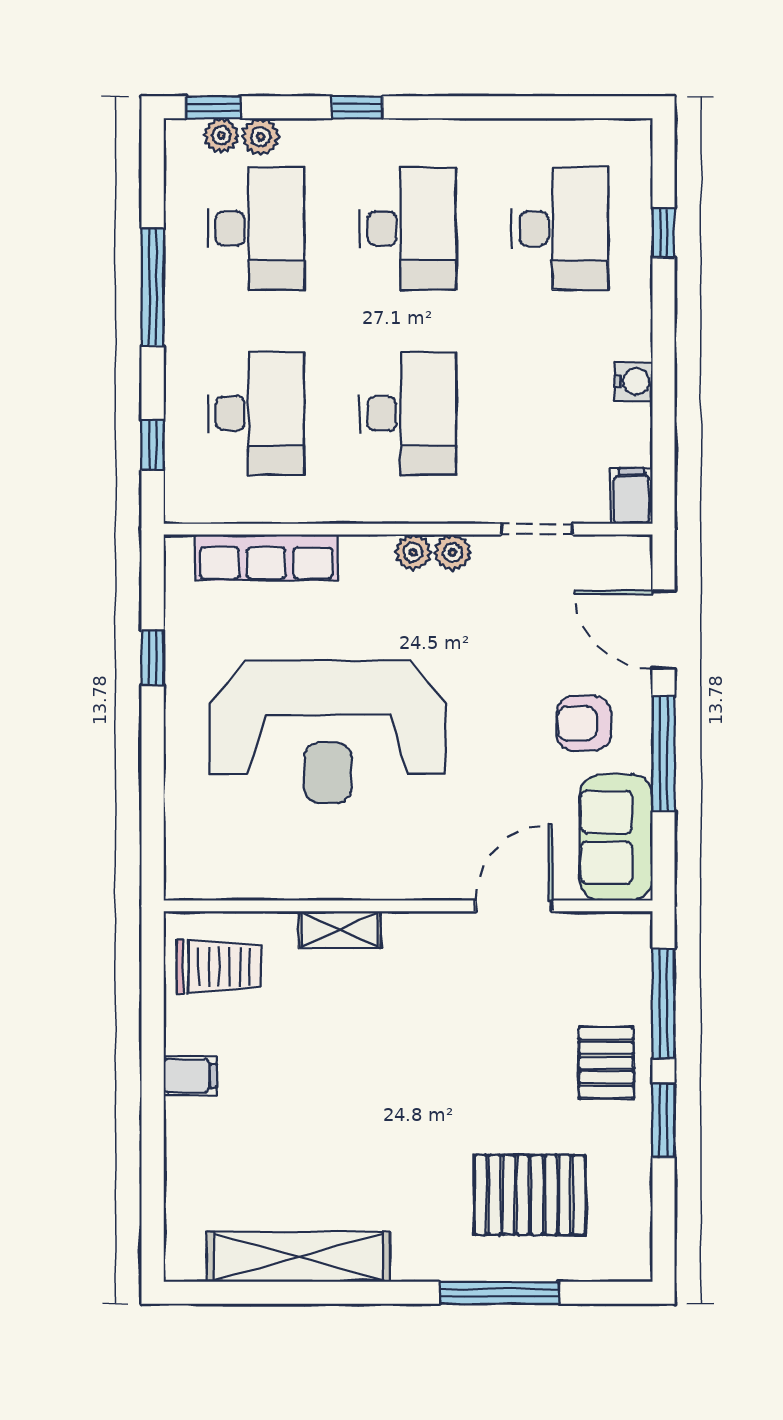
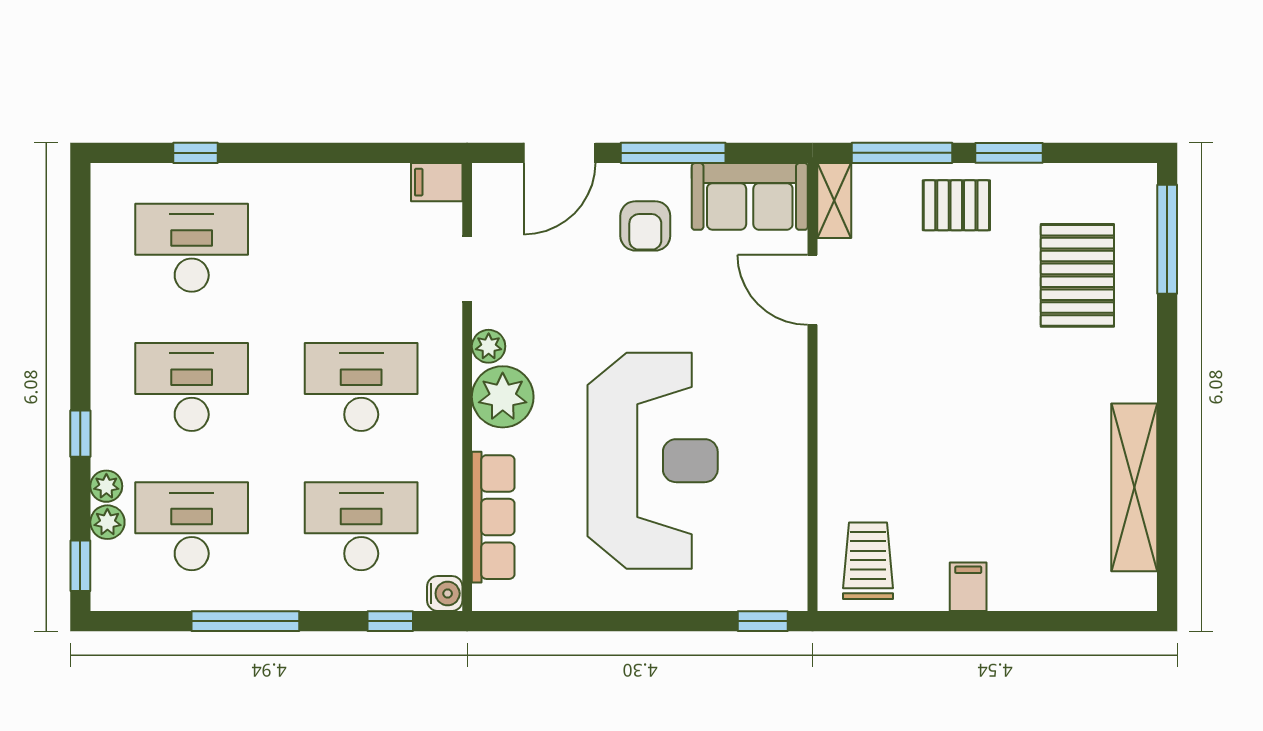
plant: (221, 135) -> (106, 486), moved
water cooler: (633, 381) -> (445, 593), moved, turned 90
plant: (413, 552) -> (503, 397), width x1.88, depth x1.88
window: (153, 658) -> (763, 621), moved
shelving: (340, 930) -> (834, 201), moved
window: (499, 1293) -> (1167, 239), moved

